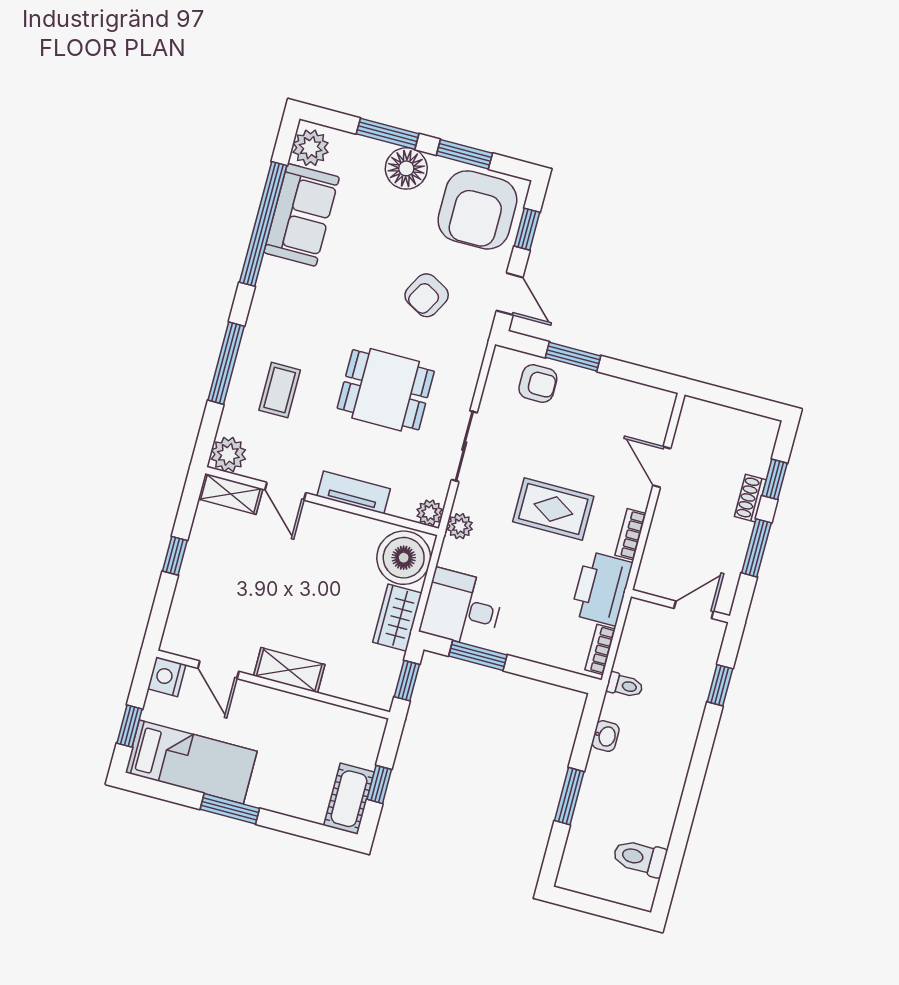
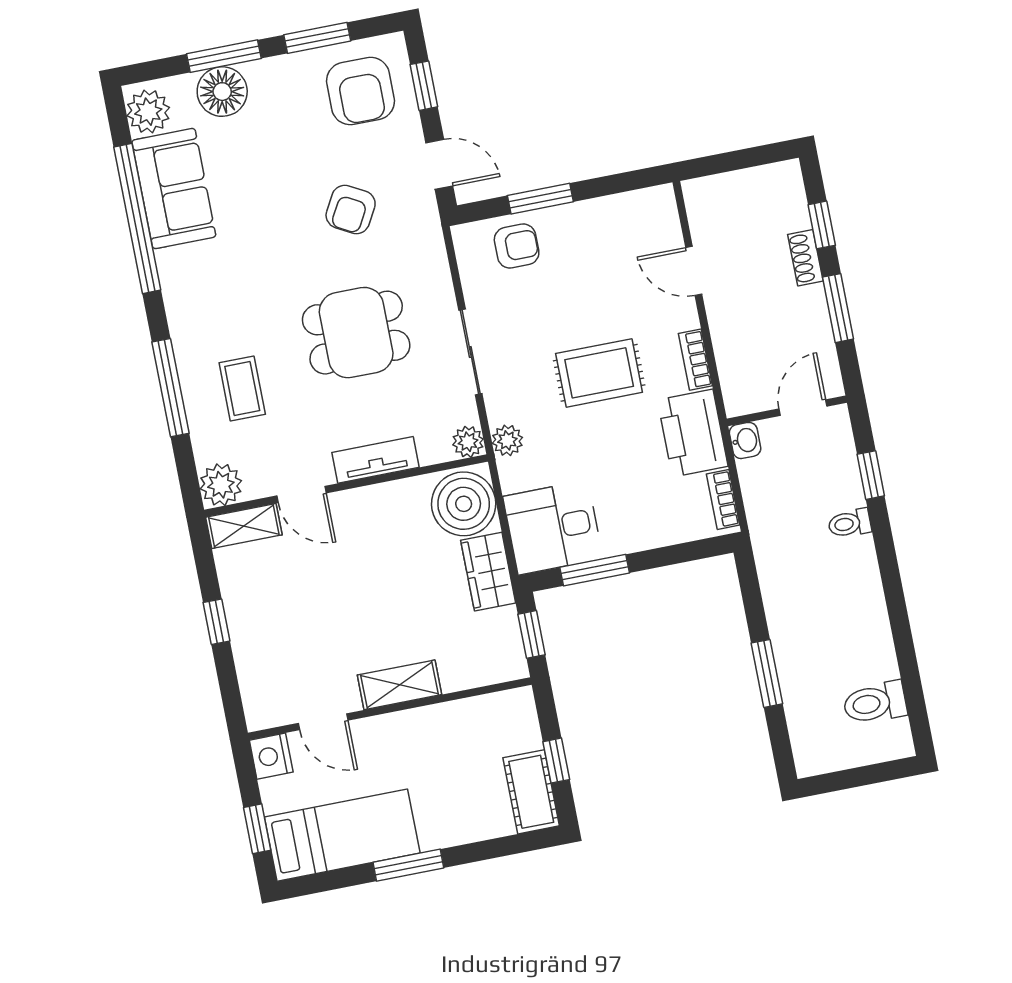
floor lamp: (406, 168) -> (222, 92), moved
armchair: (477, 210) -> (361, 91), width x0.73, depth x0.73
toilet: (625, 685) -> (850, 523), moved, turned 180
washbasin: (606, 736) -> (745, 440), moved

